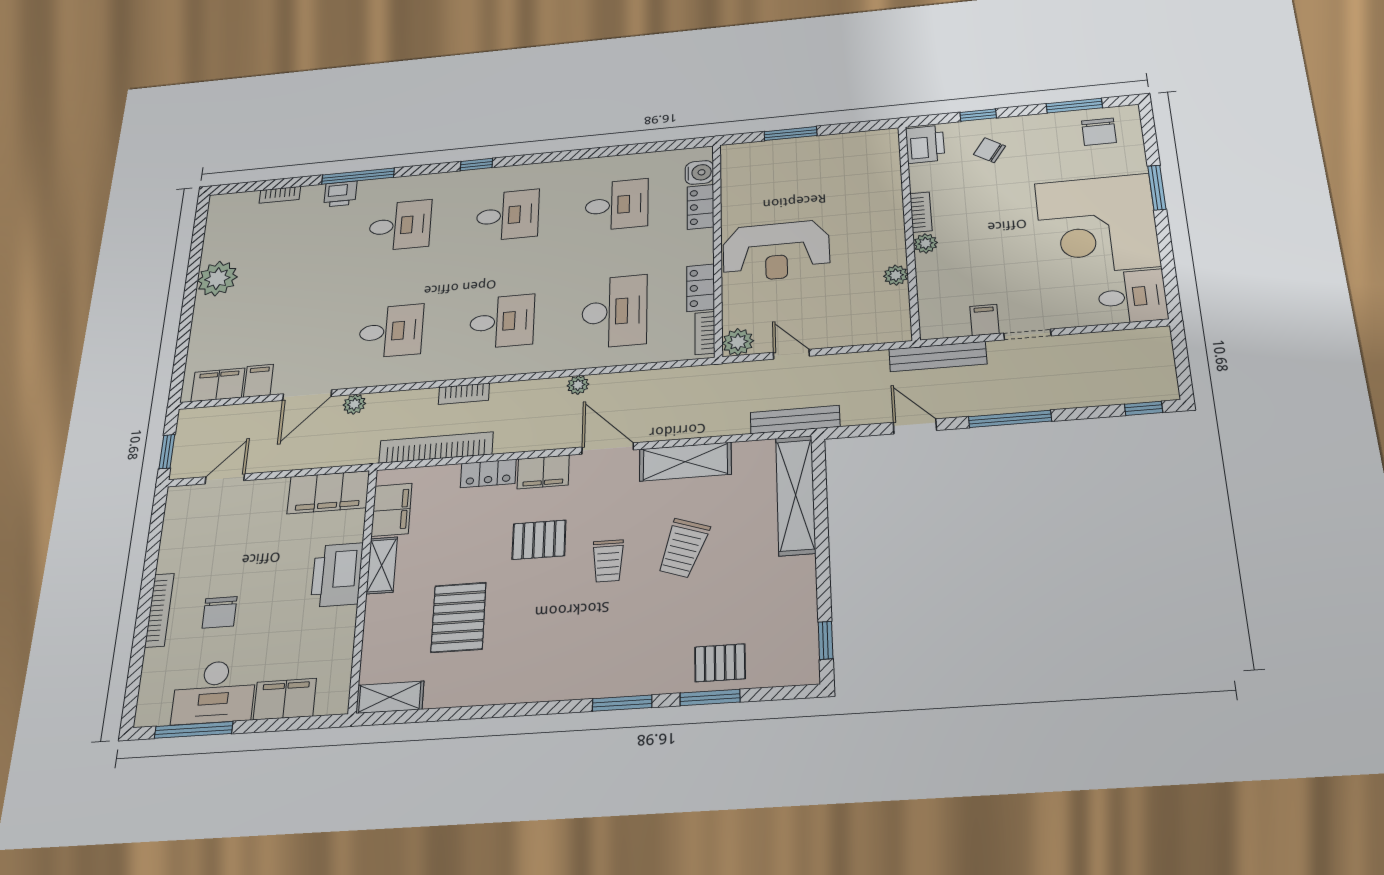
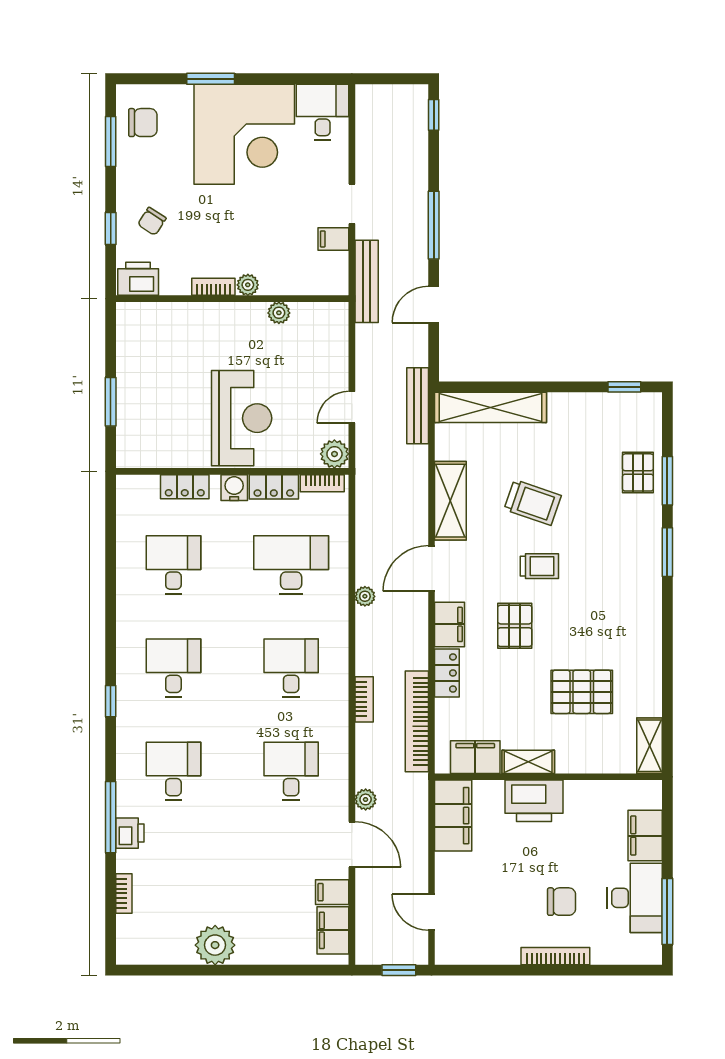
water cooler: (699, 173) -> (234, 488), moved

